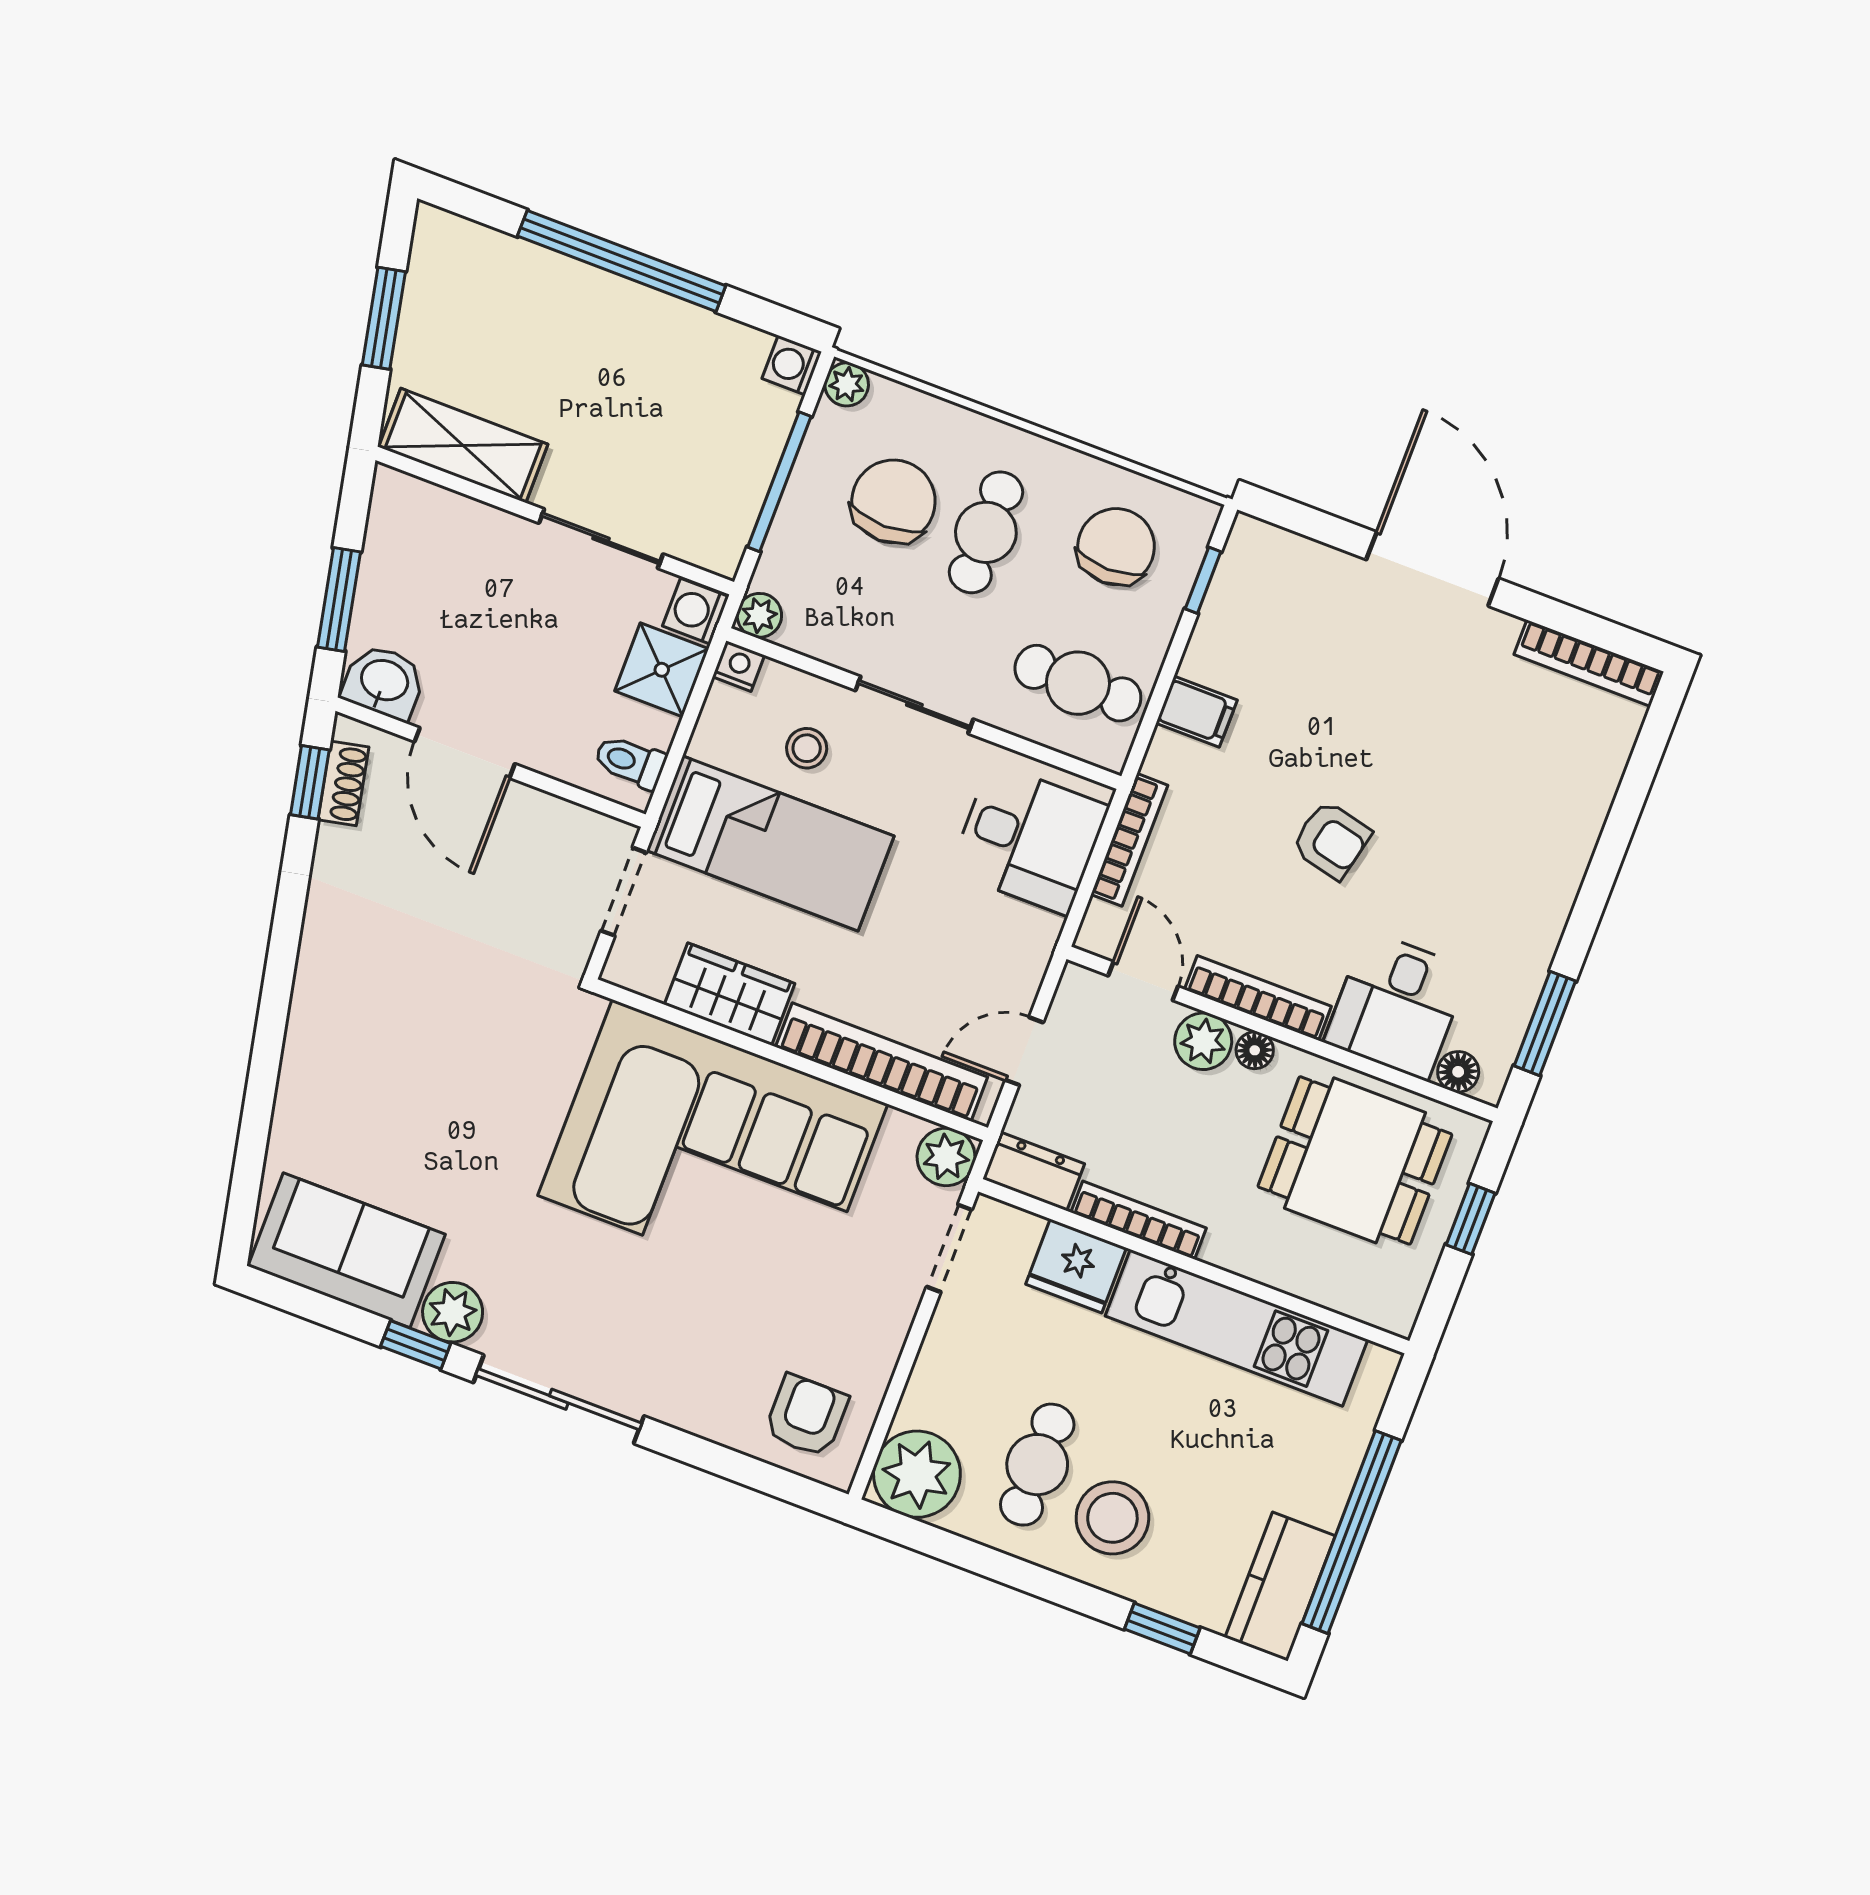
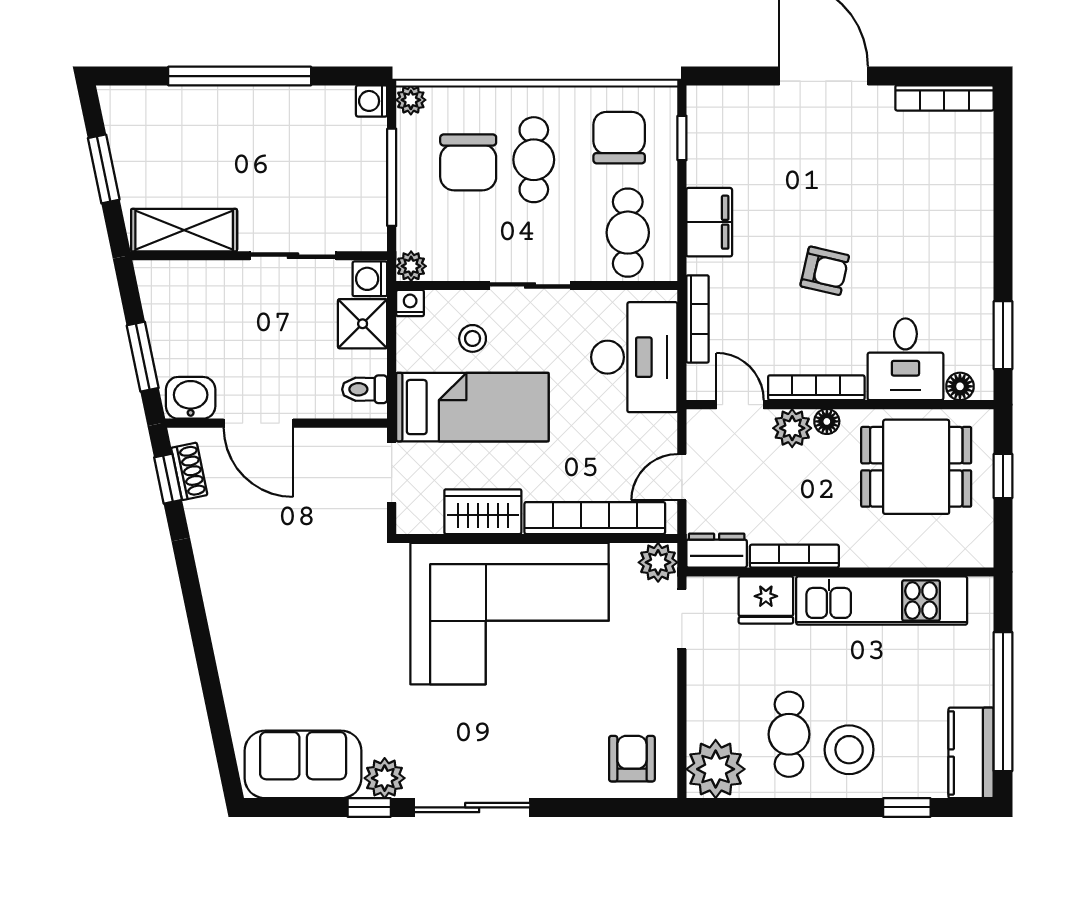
chair: (893, 501) -> (468, 162), turned 180
cafe table: (1078, 683) -> (628, 233), turned 90
filing cabinet: (1197, 712) -> (709, 222), width x2.00
desk: (1029, 839) -> (634, 357), width x1.37

